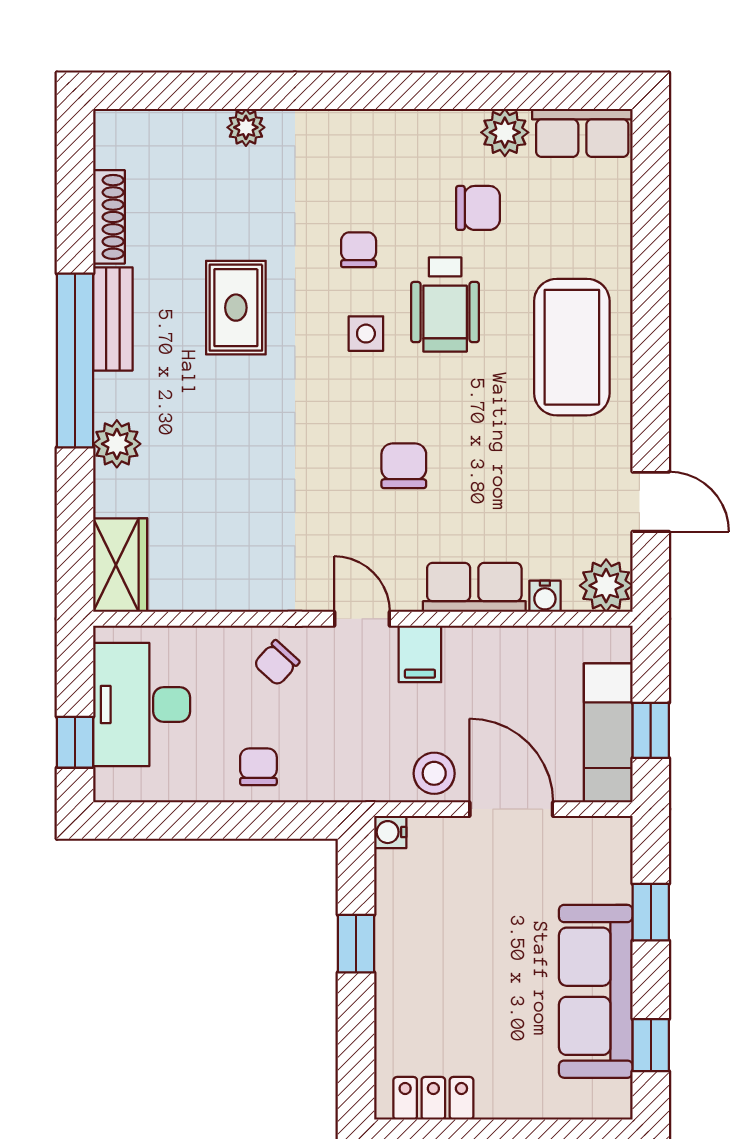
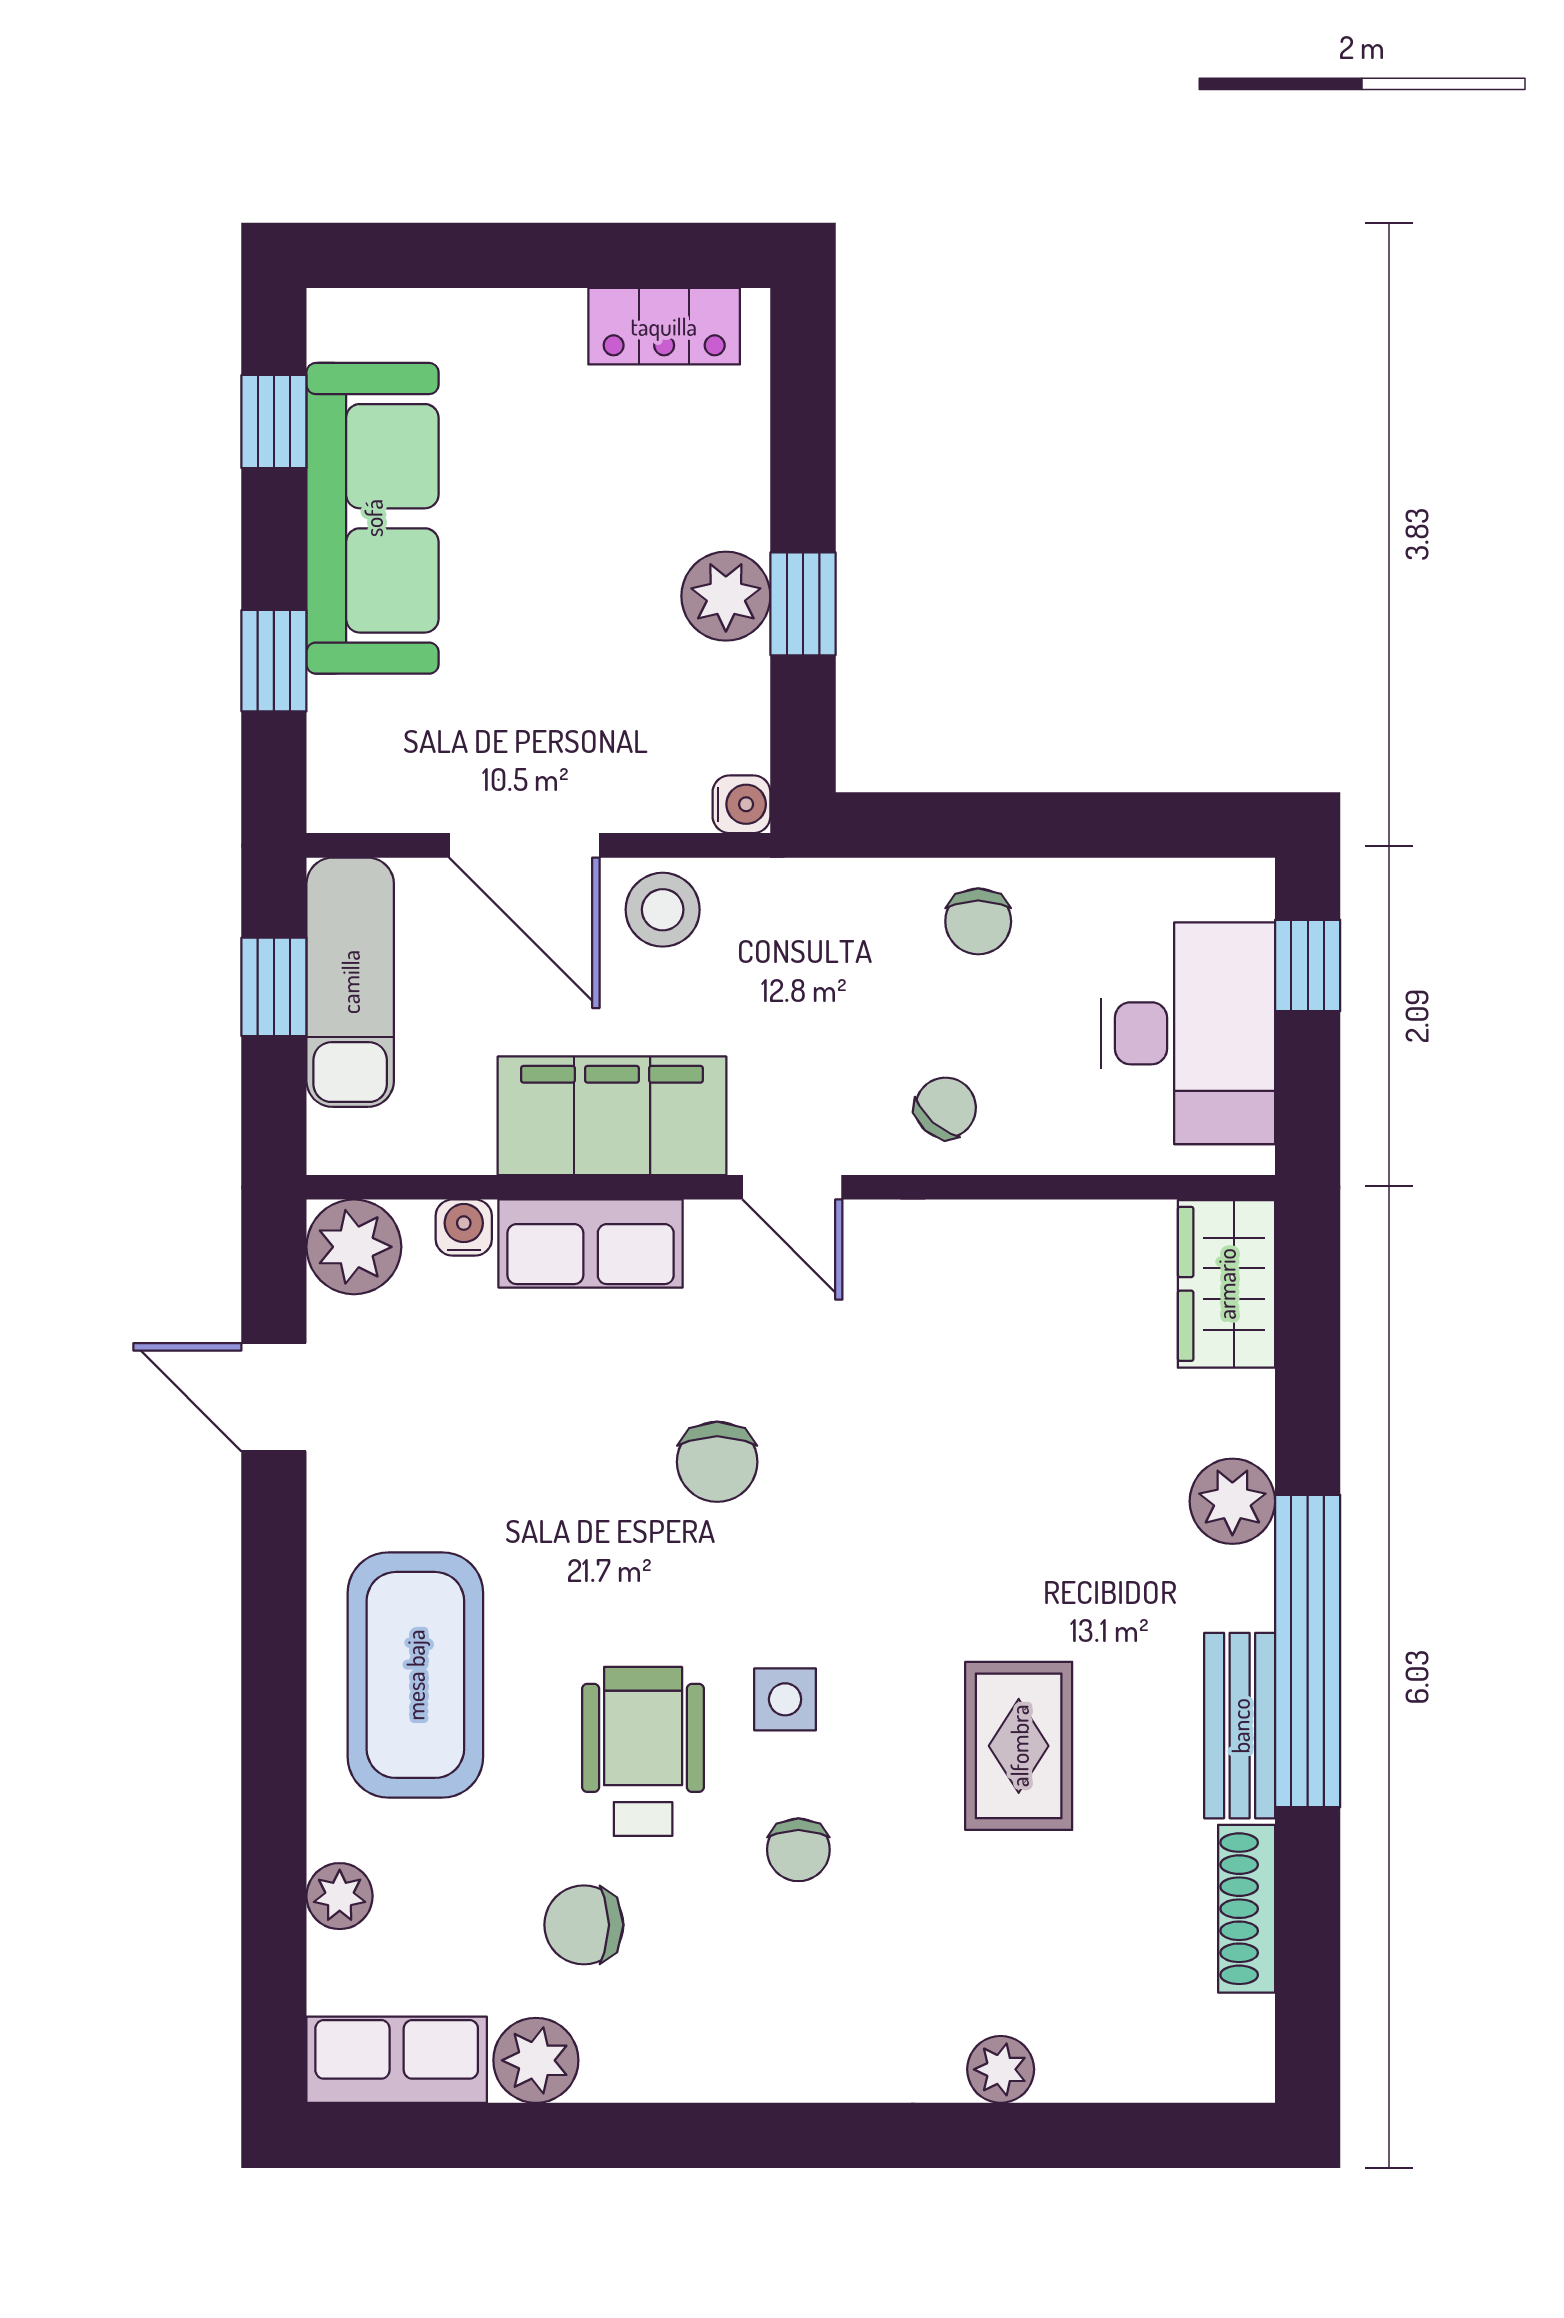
plant: (614, 224) -> (340, 1896), added
filing cabinet: (420, 654) -> (612, 1116), width x3.00, depth x1.17
plant: (399, 948) -> (726, 596), added

